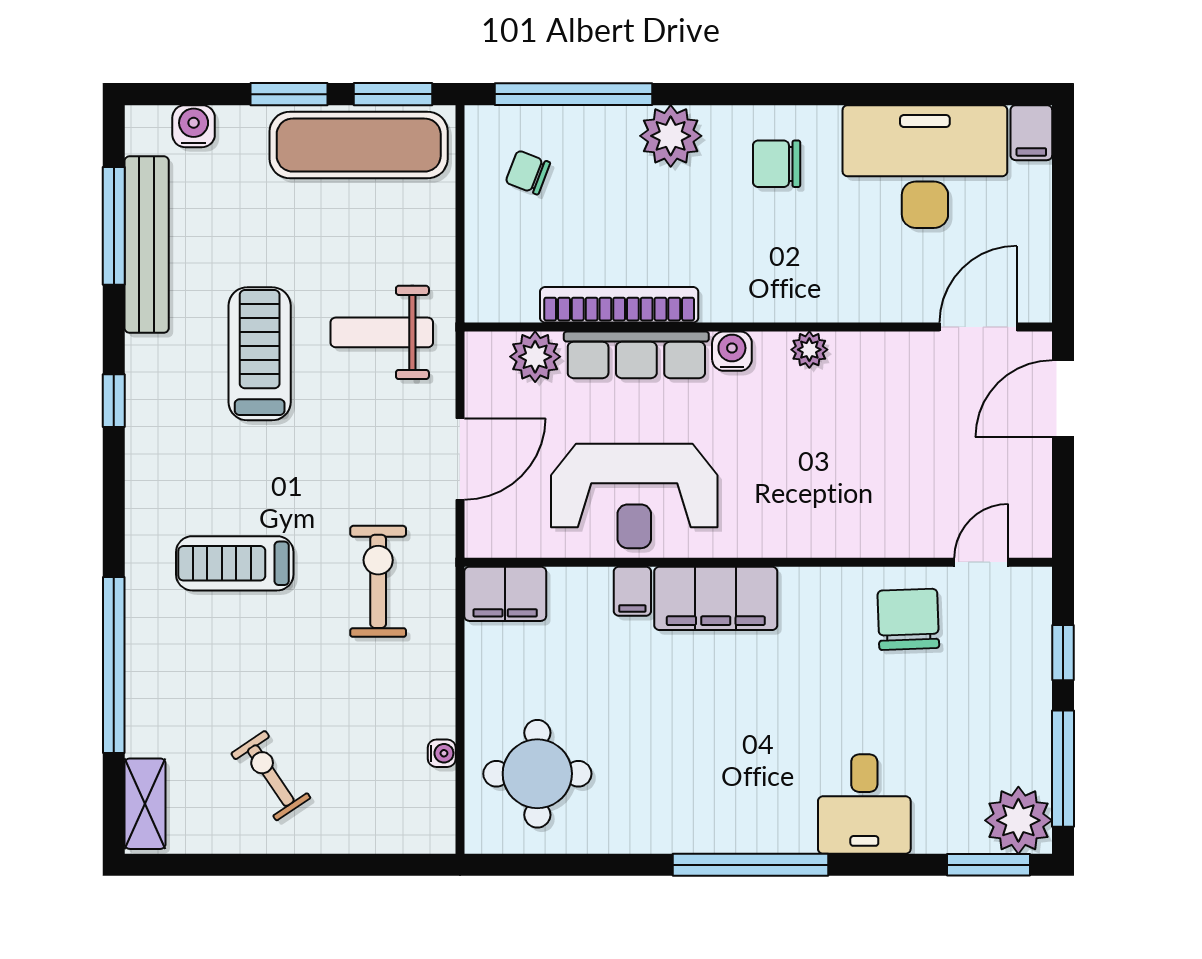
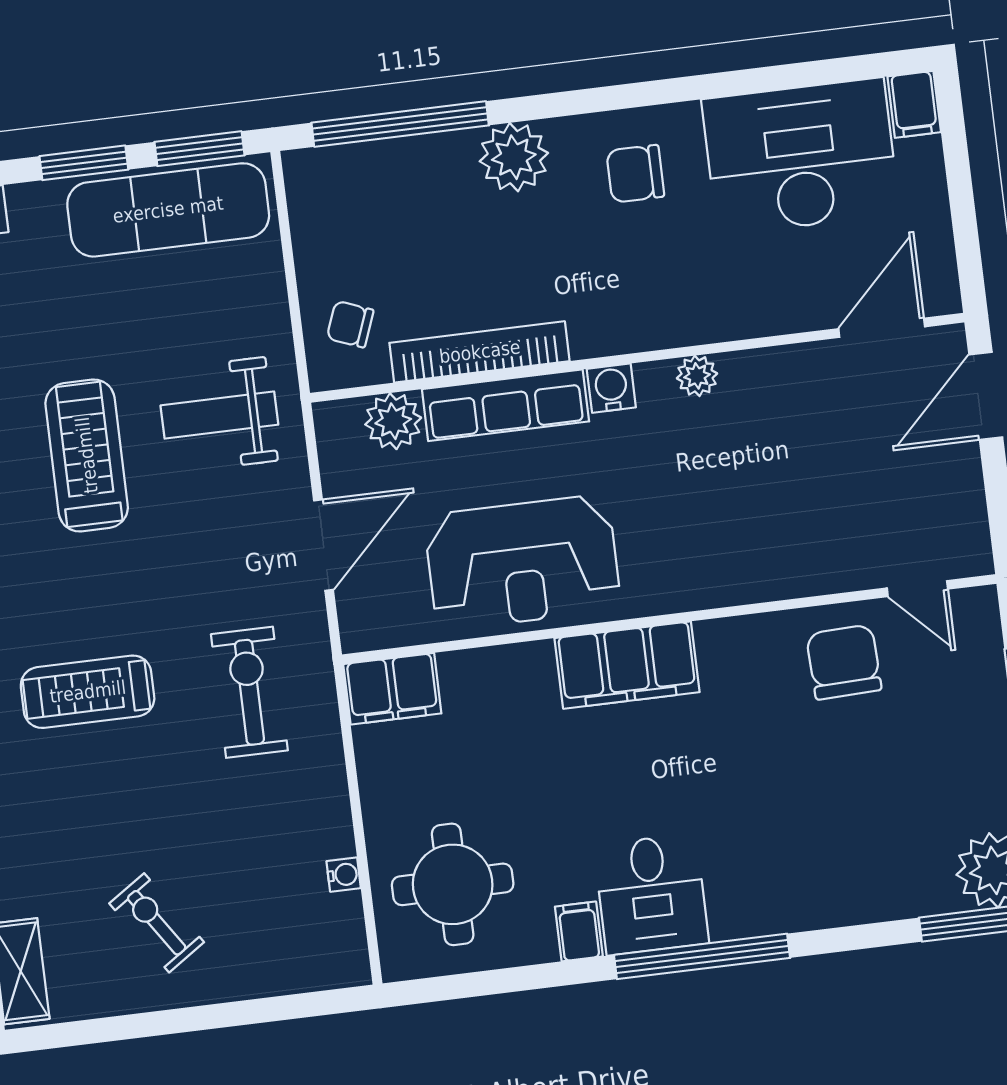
chair: (528, 172) -> (350, 324), moved
door: (981, 562) -> (917, 589), swing flipped
filing cabinet: (632, 591) -> (579, 931), moved, turned 180
desk: (864, 804) -> (651, 894), moved

